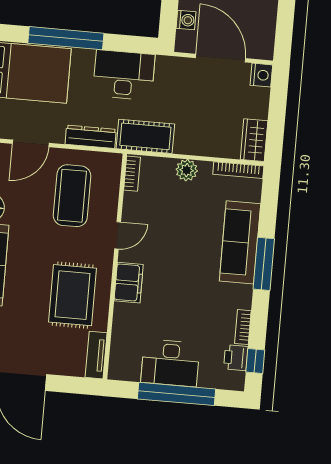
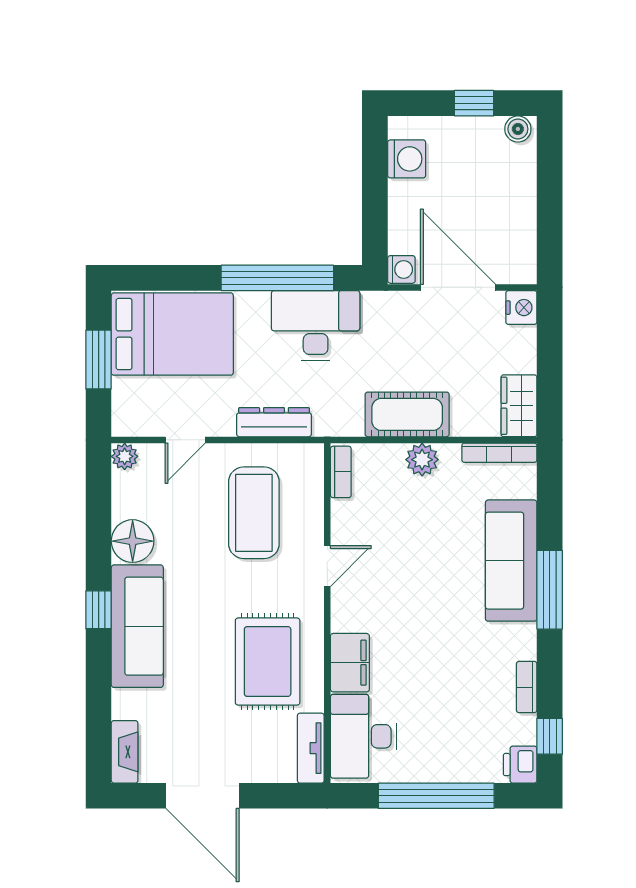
washing machine: (186, 20) -> (401, 269), moved
window: (66, 38) -> (277, 278), moved
cot: (145, 136) -> (407, 414), moved
door: (31, 143) -> (185, 440), width x0.73
filing cabinet: (129, 283) -> (350, 663), moved
printer: (236, 358) -> (520, 765), moved
desk: (170, 363) -> (363, 736), moved, turned 90

